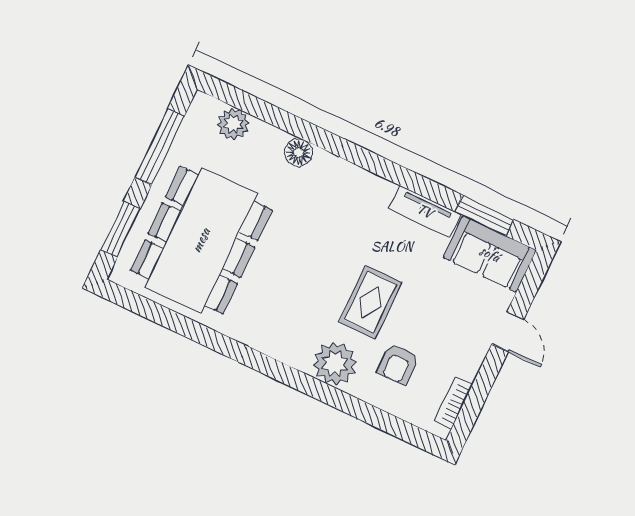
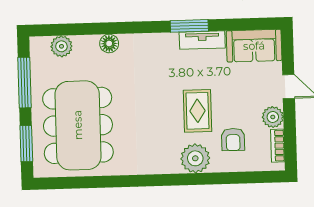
window: (484, 216) -> (189, 26), moved
plant: (466, 361) -> (273, 117), added

